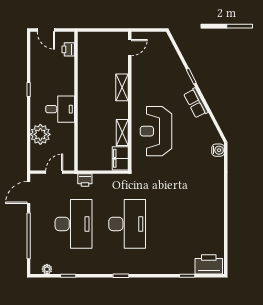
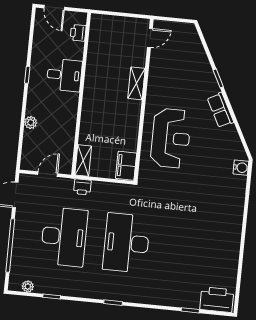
desk: (60, 109) -> (64, 75), moved
reception desk: (156, 131) -> (171, 138), turned 180
shelving: (122, 132) -> (83, 160), moved
plant: (40, 134) -> (31, 123), width x0.53, depth x0.53
desk: (127, 224) -> (126, 243), turned 180

